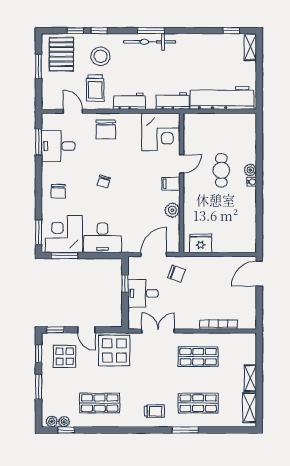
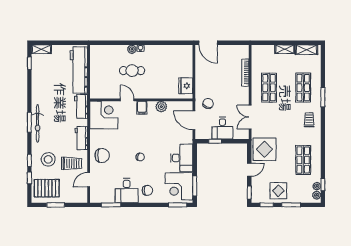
desk: (58, 146) -> (127, 191), moved
display table: (65, 356) -> (278, 191), moved

